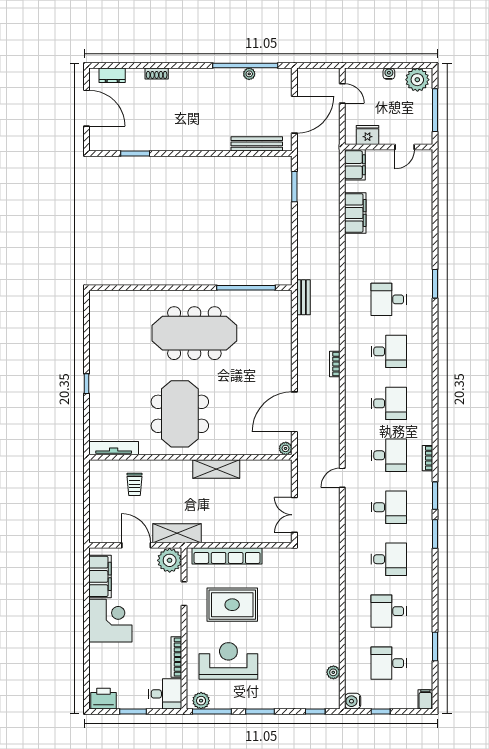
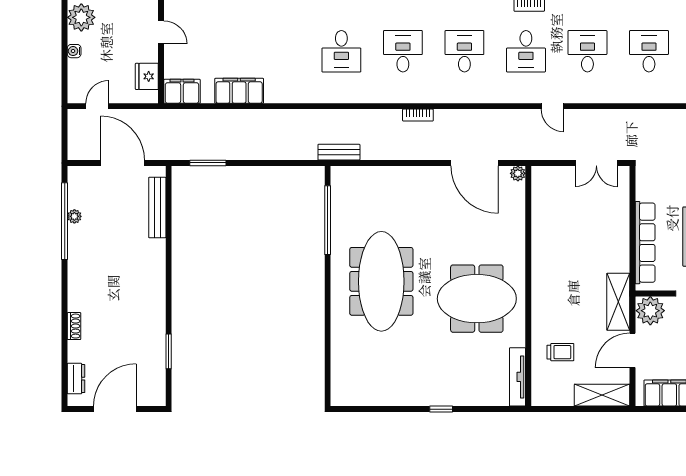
desk: (389, 455) -> (526, 51), turned 180
shelving: (216, 469) -> (602, 395), moved, turned 90

